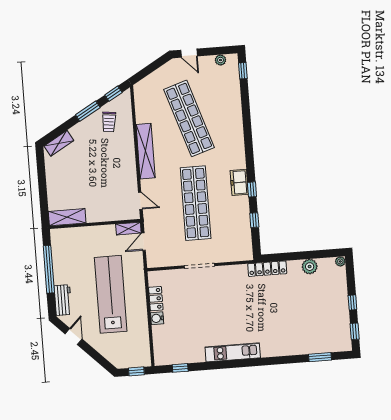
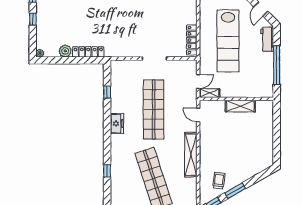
shelving: (59, 143) -> (261, 167), removed
window: (252, 189) -> (107, 171), moved
shelving: (67, 217) -> (240, 106), moved
locker: (267, 269) -> (88, 52), moved
locker: (156, 299) -> (192, 40), width x1.53
water cooler: (157, 318) -> (192, 19), removed

